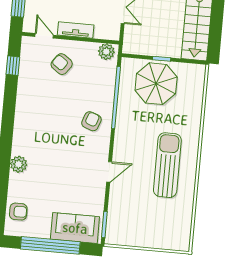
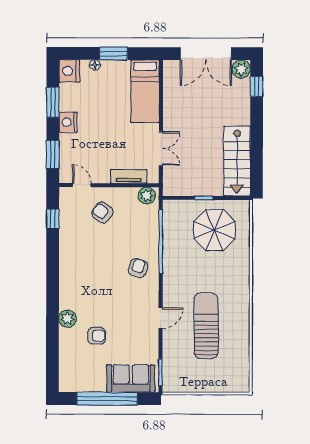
tv unit: (76, 30) -> (129, 176), moved
parasol: (156, 84) -> (214, 230), moved
sun lounger: (167, 165) -> (206, 326), moved
armchair: (18, 212) -> (97, 336), moved

